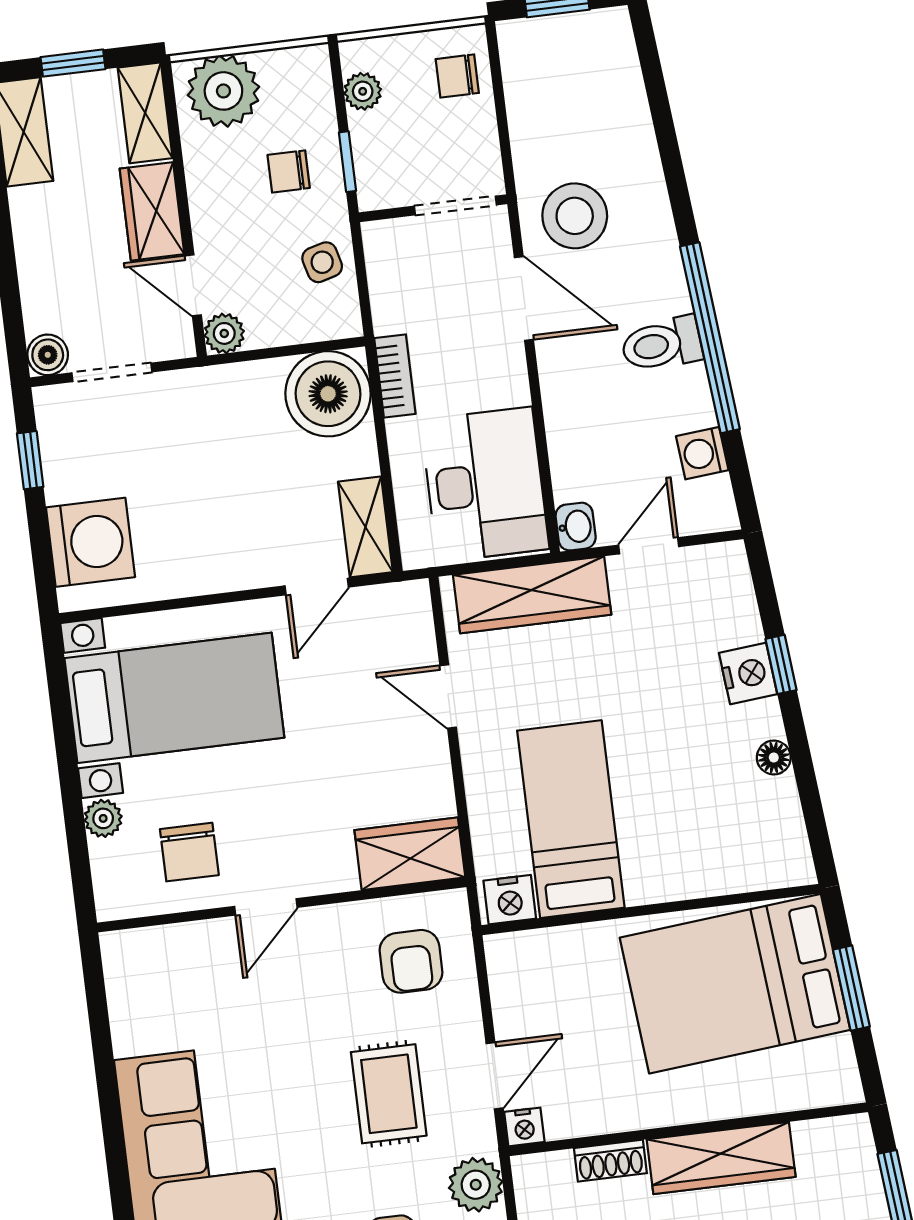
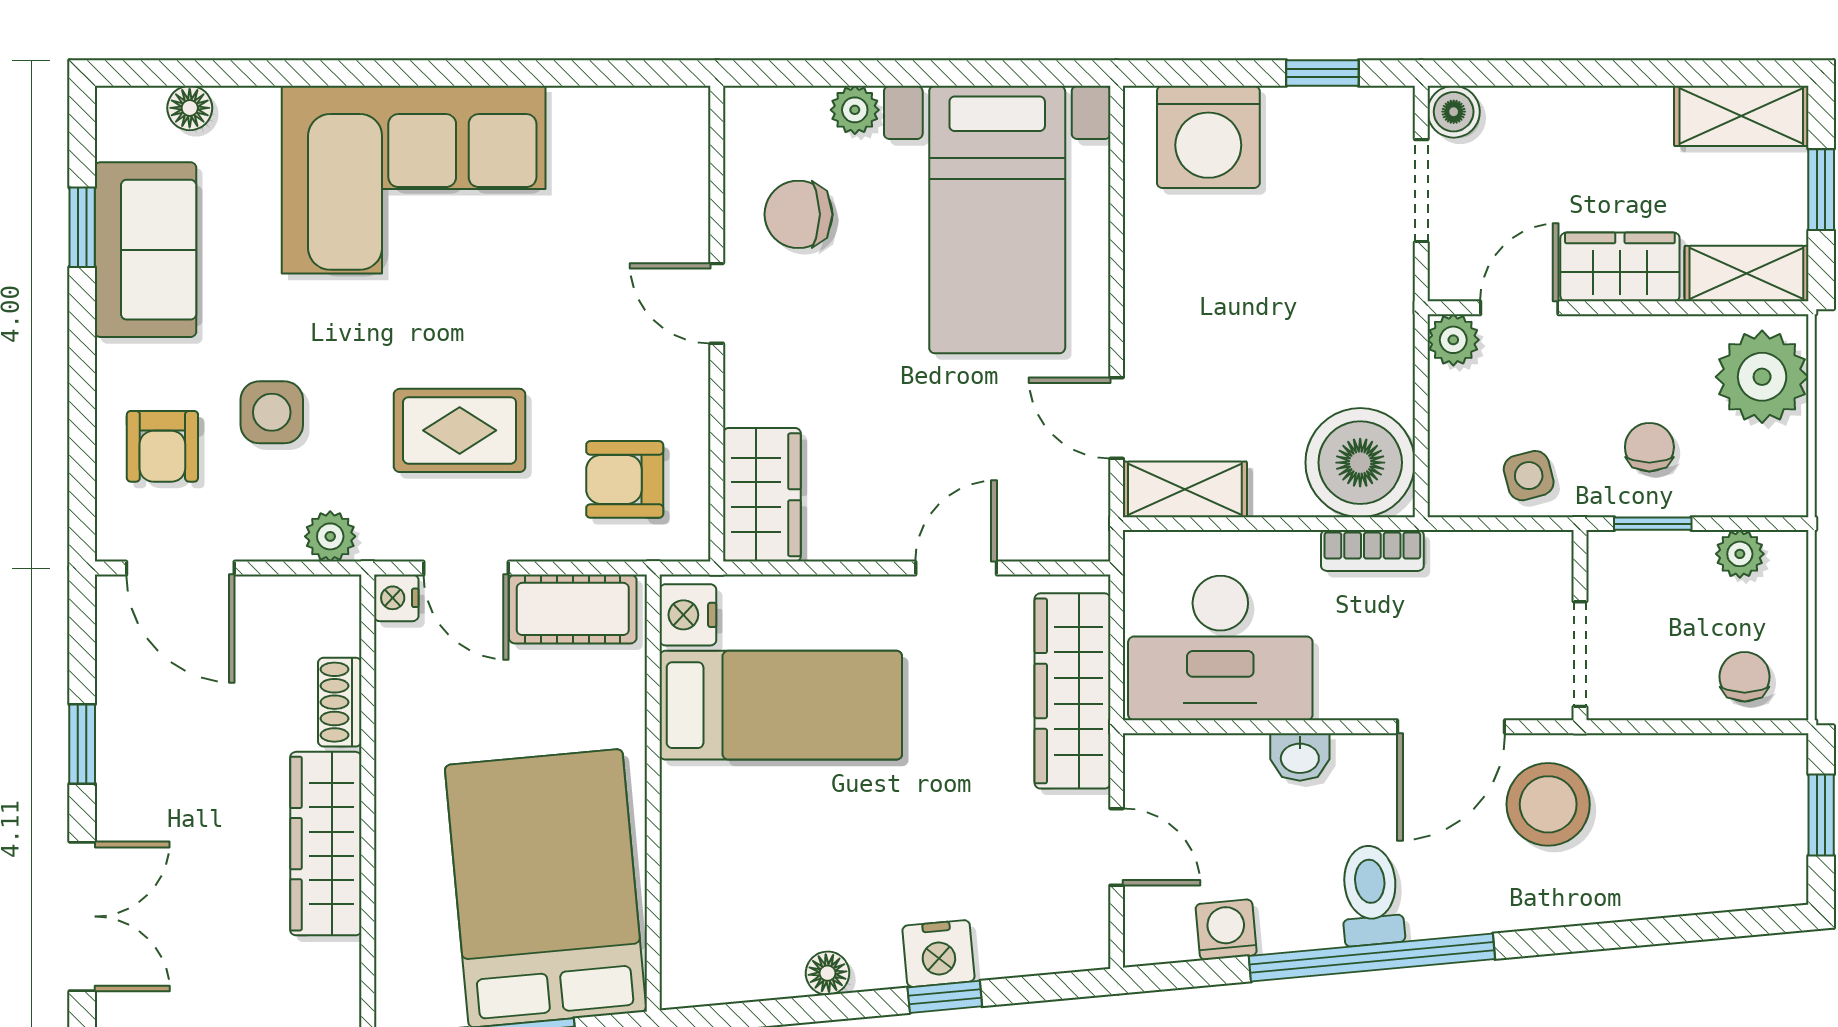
washbasin: (576, 527) -> (1300, 757), moved
cot: (516, 989) -> (573, 609), added
plant: (476, 1185) -> (330, 536), width x0.73, depth x0.73

